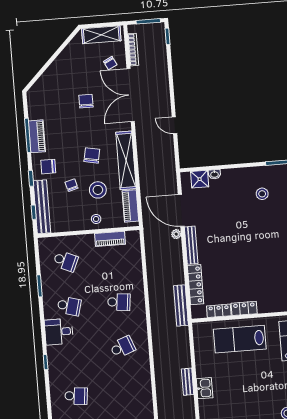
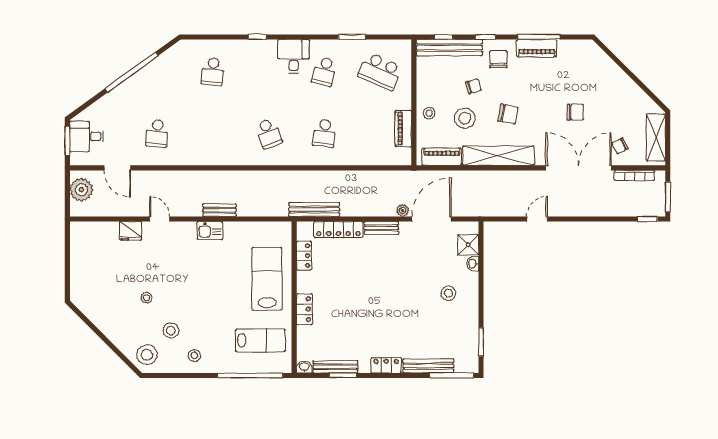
stool: (262, 194) -> (448, 293), moved
bench: (191, 245) -> (381, 228), width x0.73
school desk: (66, 261) -> (380, 71), width x1.85
locker: (244, 308) -> (304, 309), moved

